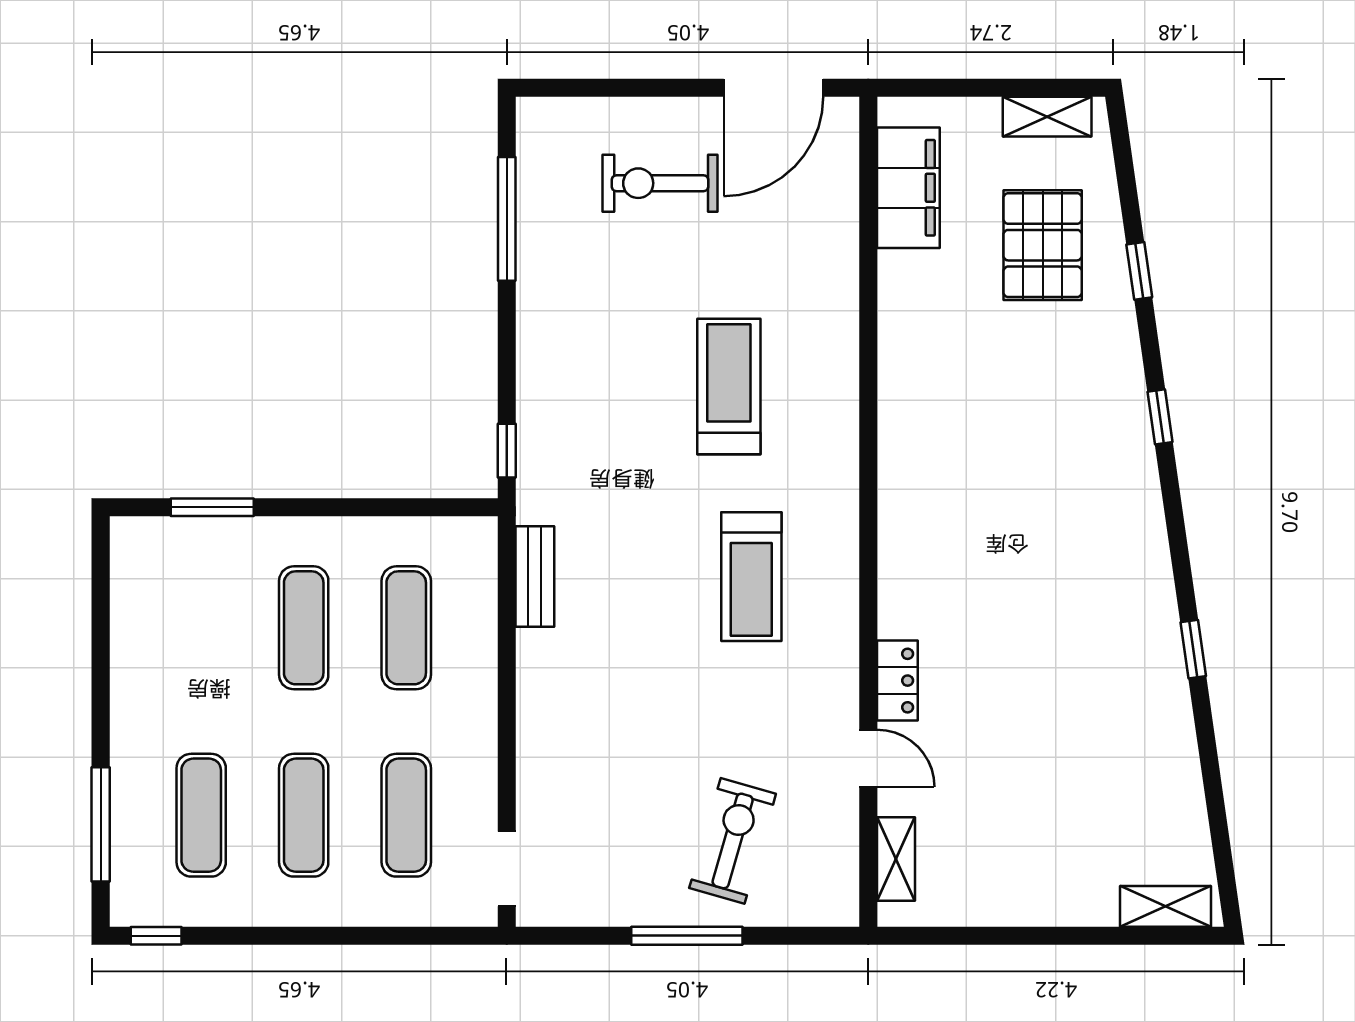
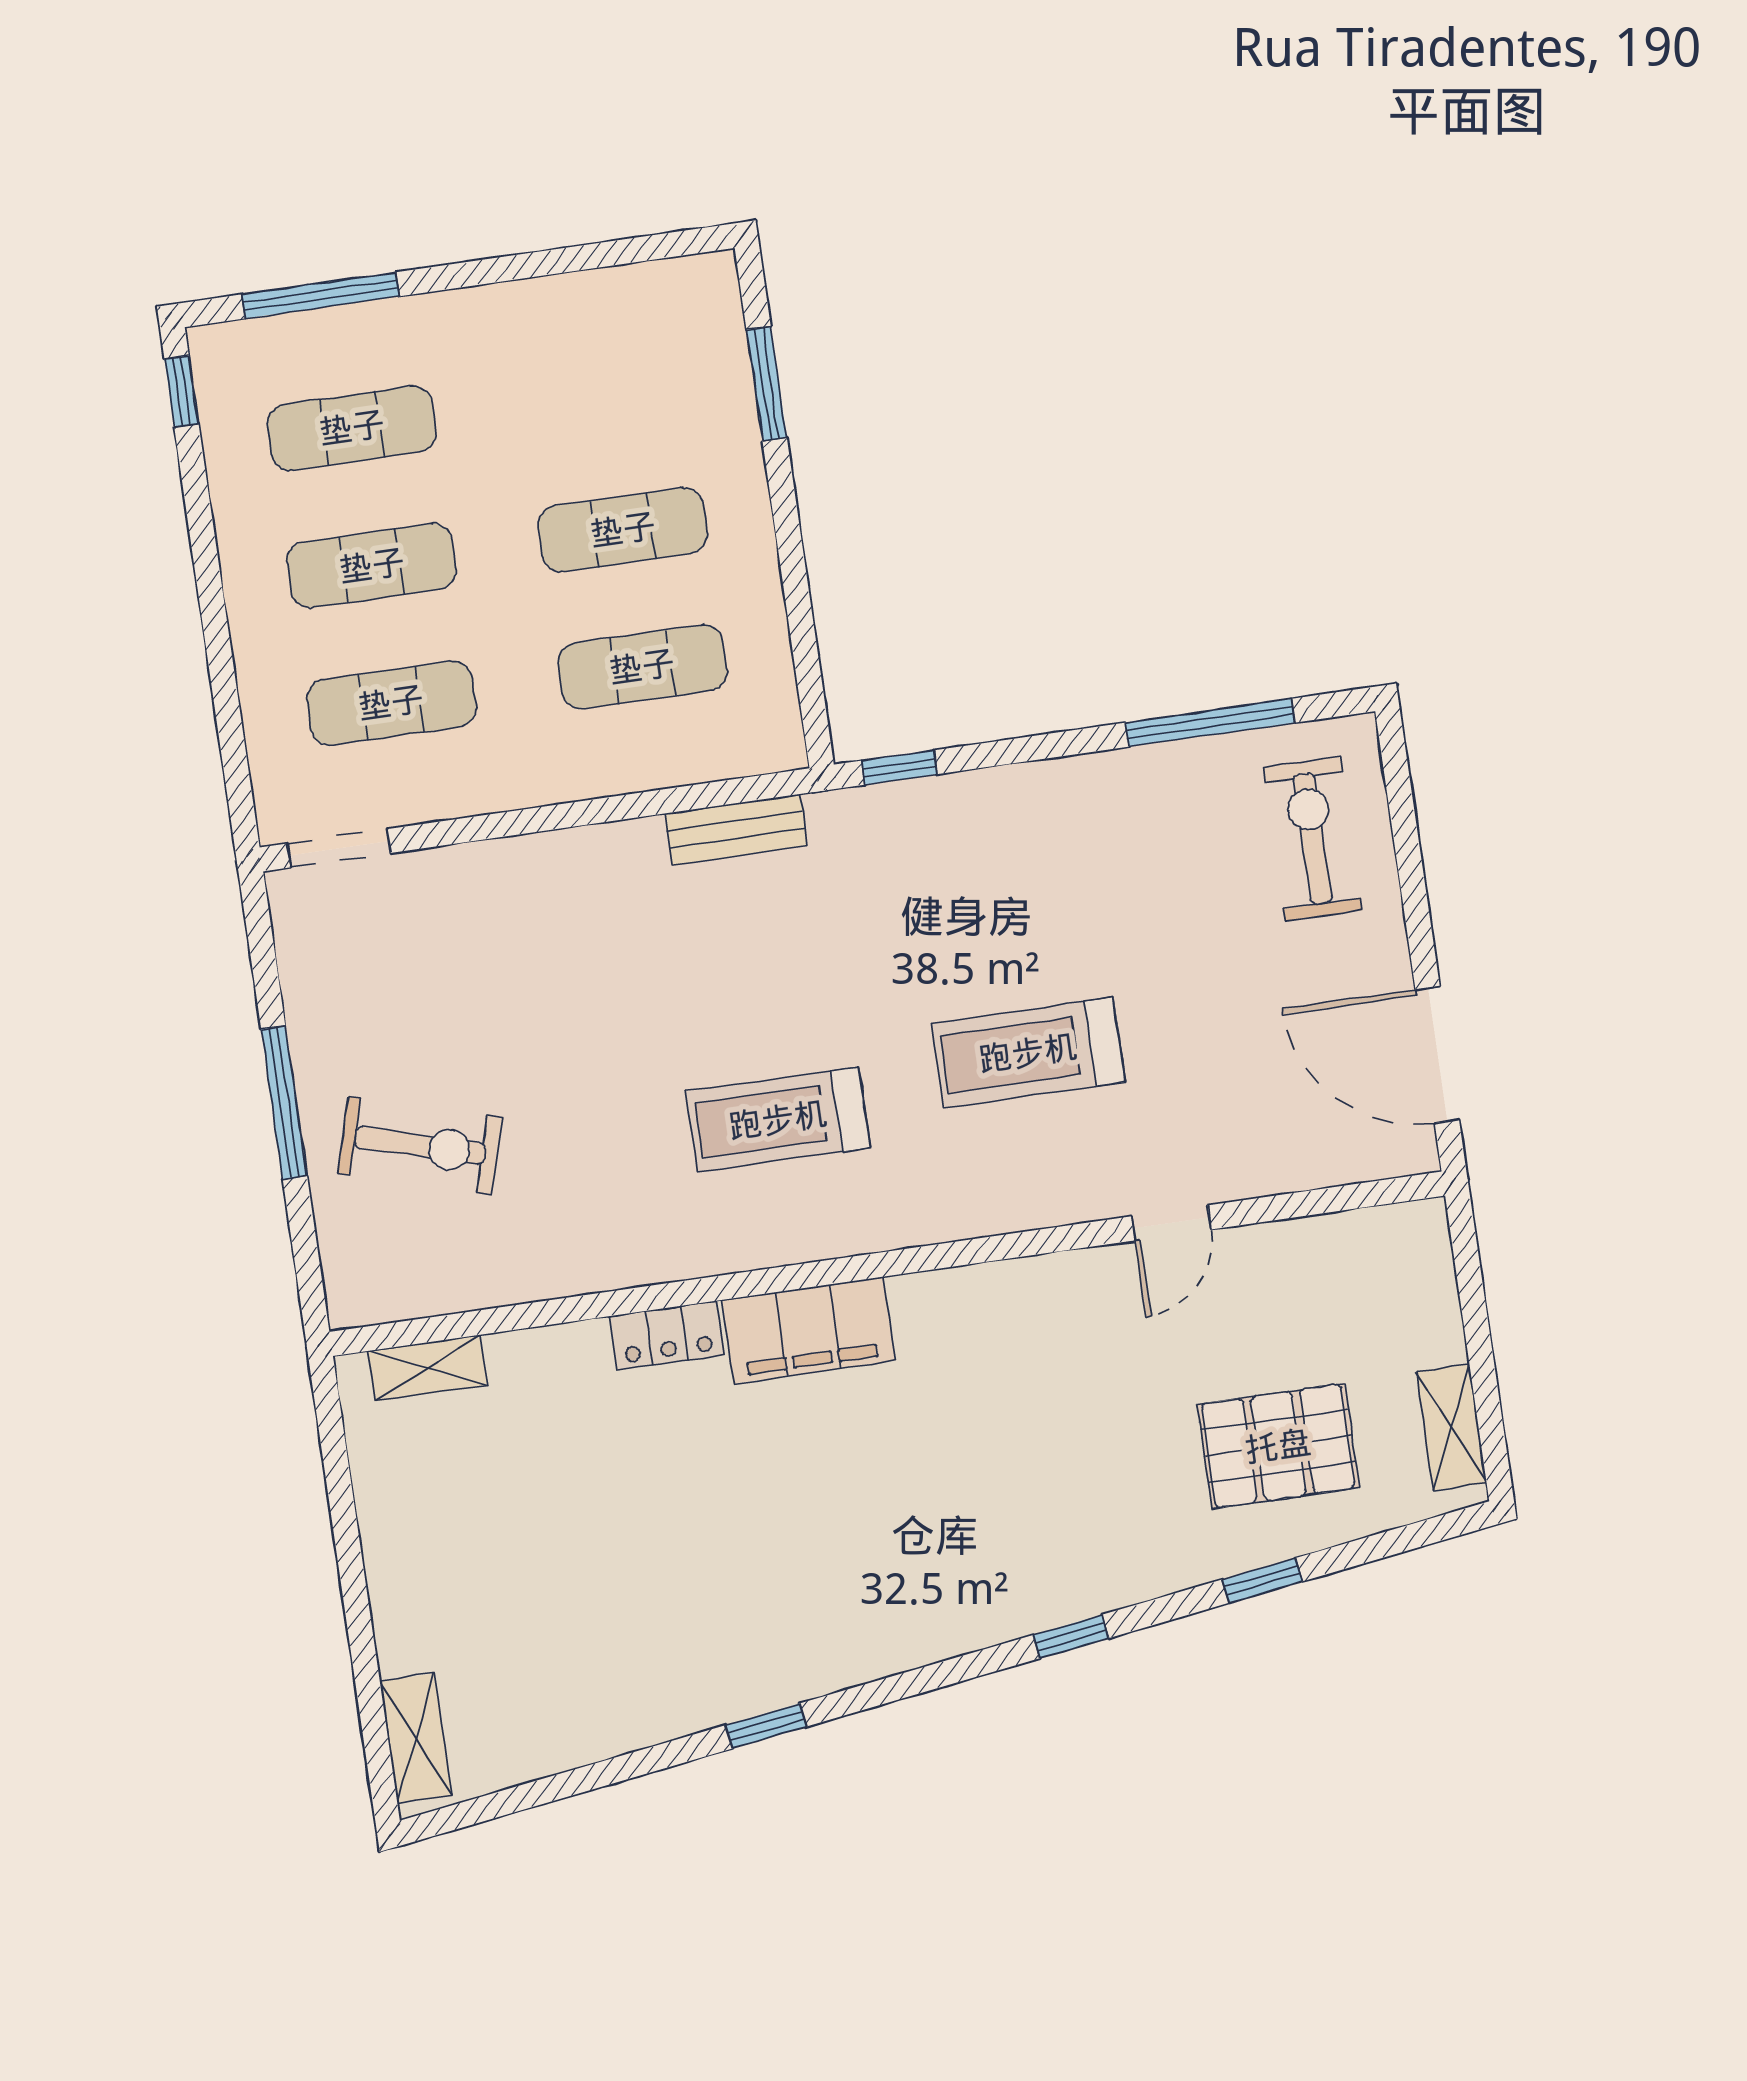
exercise bike: (660, 183) -> (1313, 839), moved
filing cabinet: (908, 188) -> (808, 1330), moved
treadmill: (729, 386) -> (1028, 1053), turned 180
door: (868, 758) -> (1171, 1223), moved

